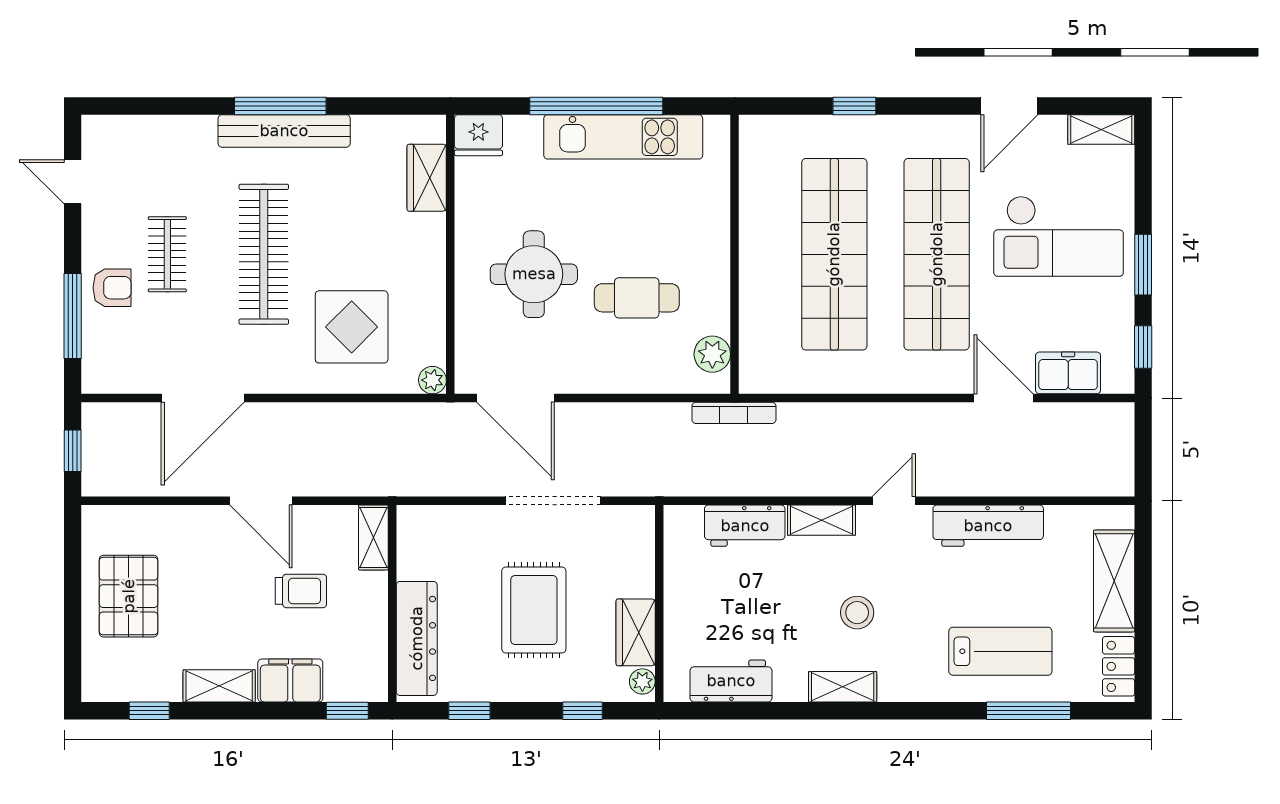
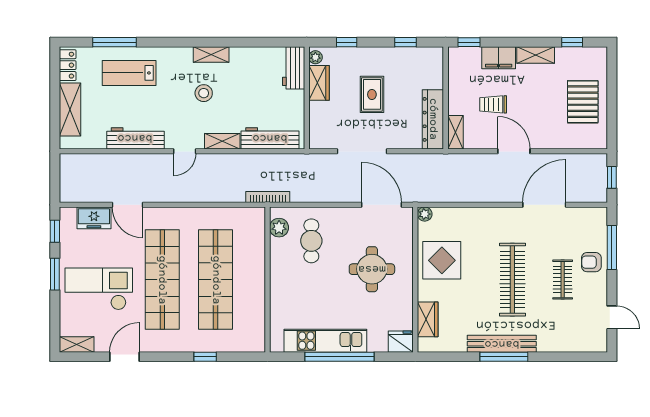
cafe table: (637, 298) -> (311, 241), moved, turned 90
display table: (352, 327) -> (442, 260), moved
workbench: (745, 526) -> (270, 138), width x1.37
rug: (534, 610) -> (372, 94), width x0.73, depth x0.70
dresser: (417, 638) -> (433, 119), moved
workbench: (731, 681) -> (294, 68), moved, turned 90

